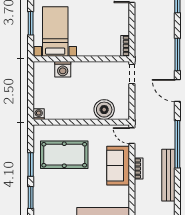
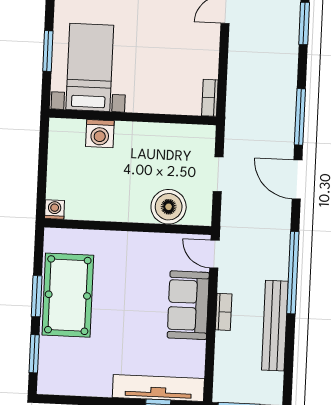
doorway: (132, 74) -> (218, 174), moved
pool table: (64, 155) -> (68, 295), moved, turned 90

